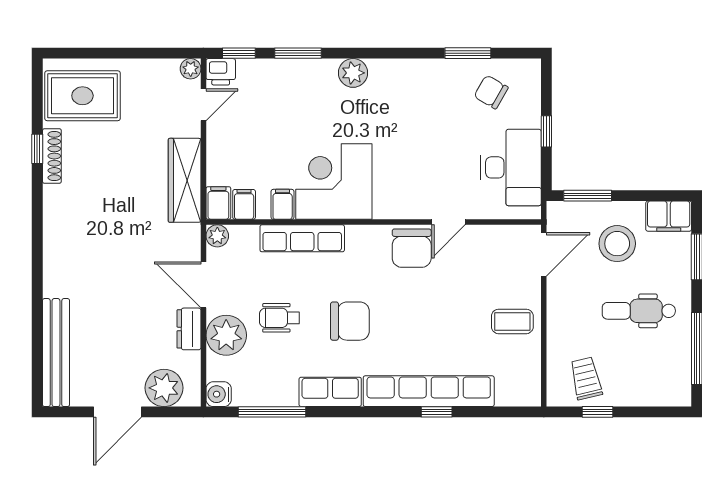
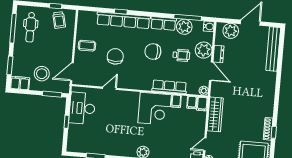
chair: (491, 92) -> (88, 140), removed
chair: (412, 248) -> (115, 56), moved
dental chair: (639, 311) -> (31, 27), moved, turned 90
plant: (278, 388) -> (184, 27), added

